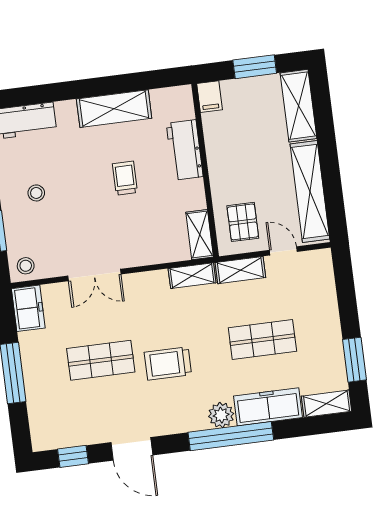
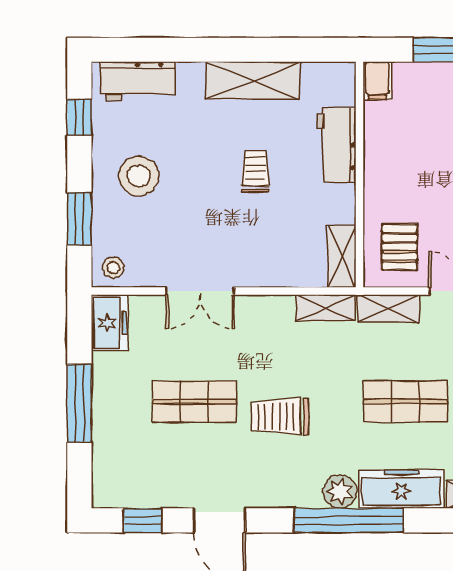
stool: (36, 193) -> (139, 176), width x1.89, depth x1.89

